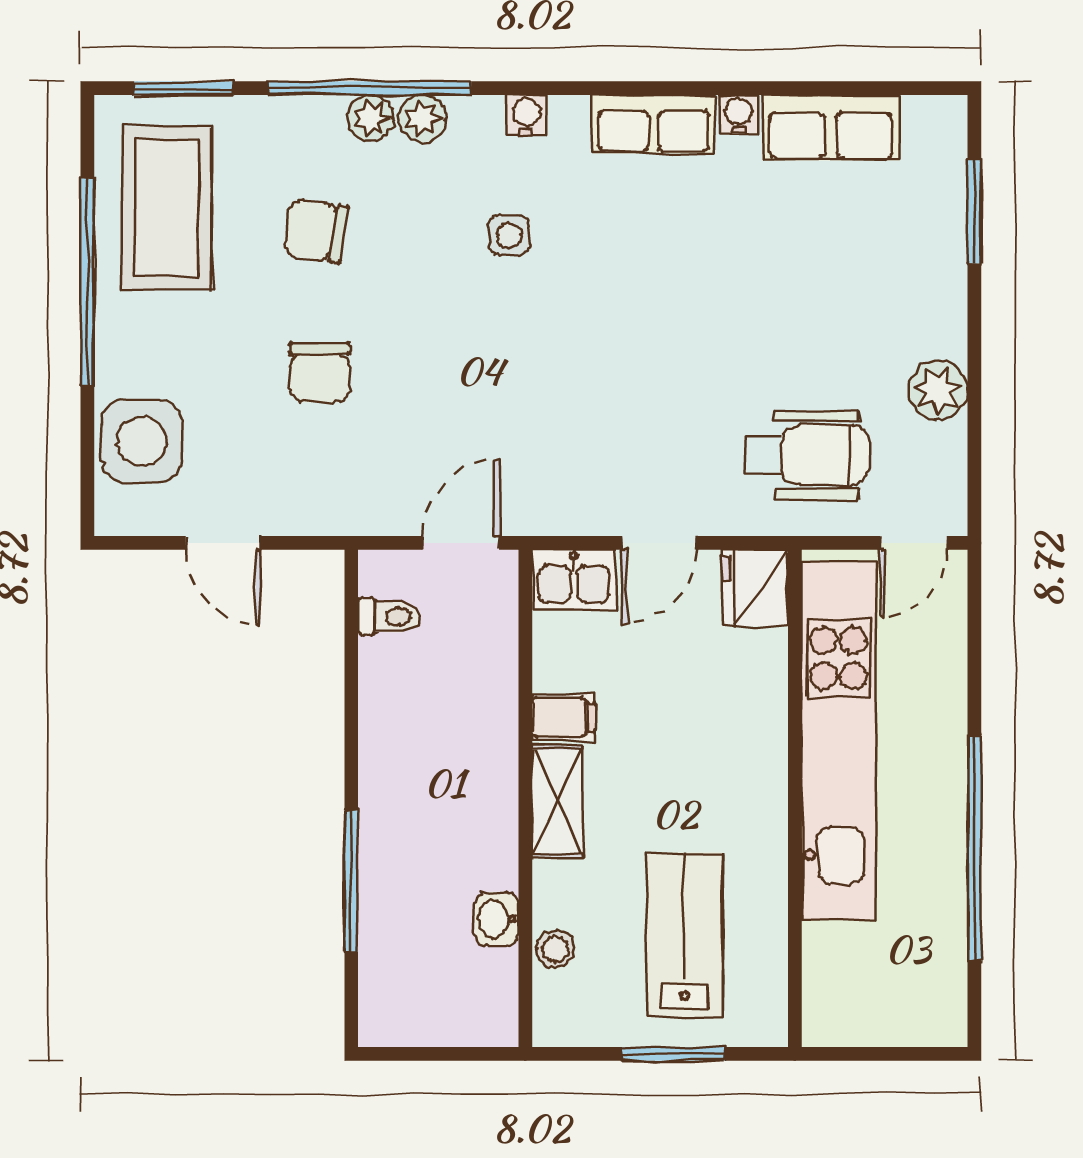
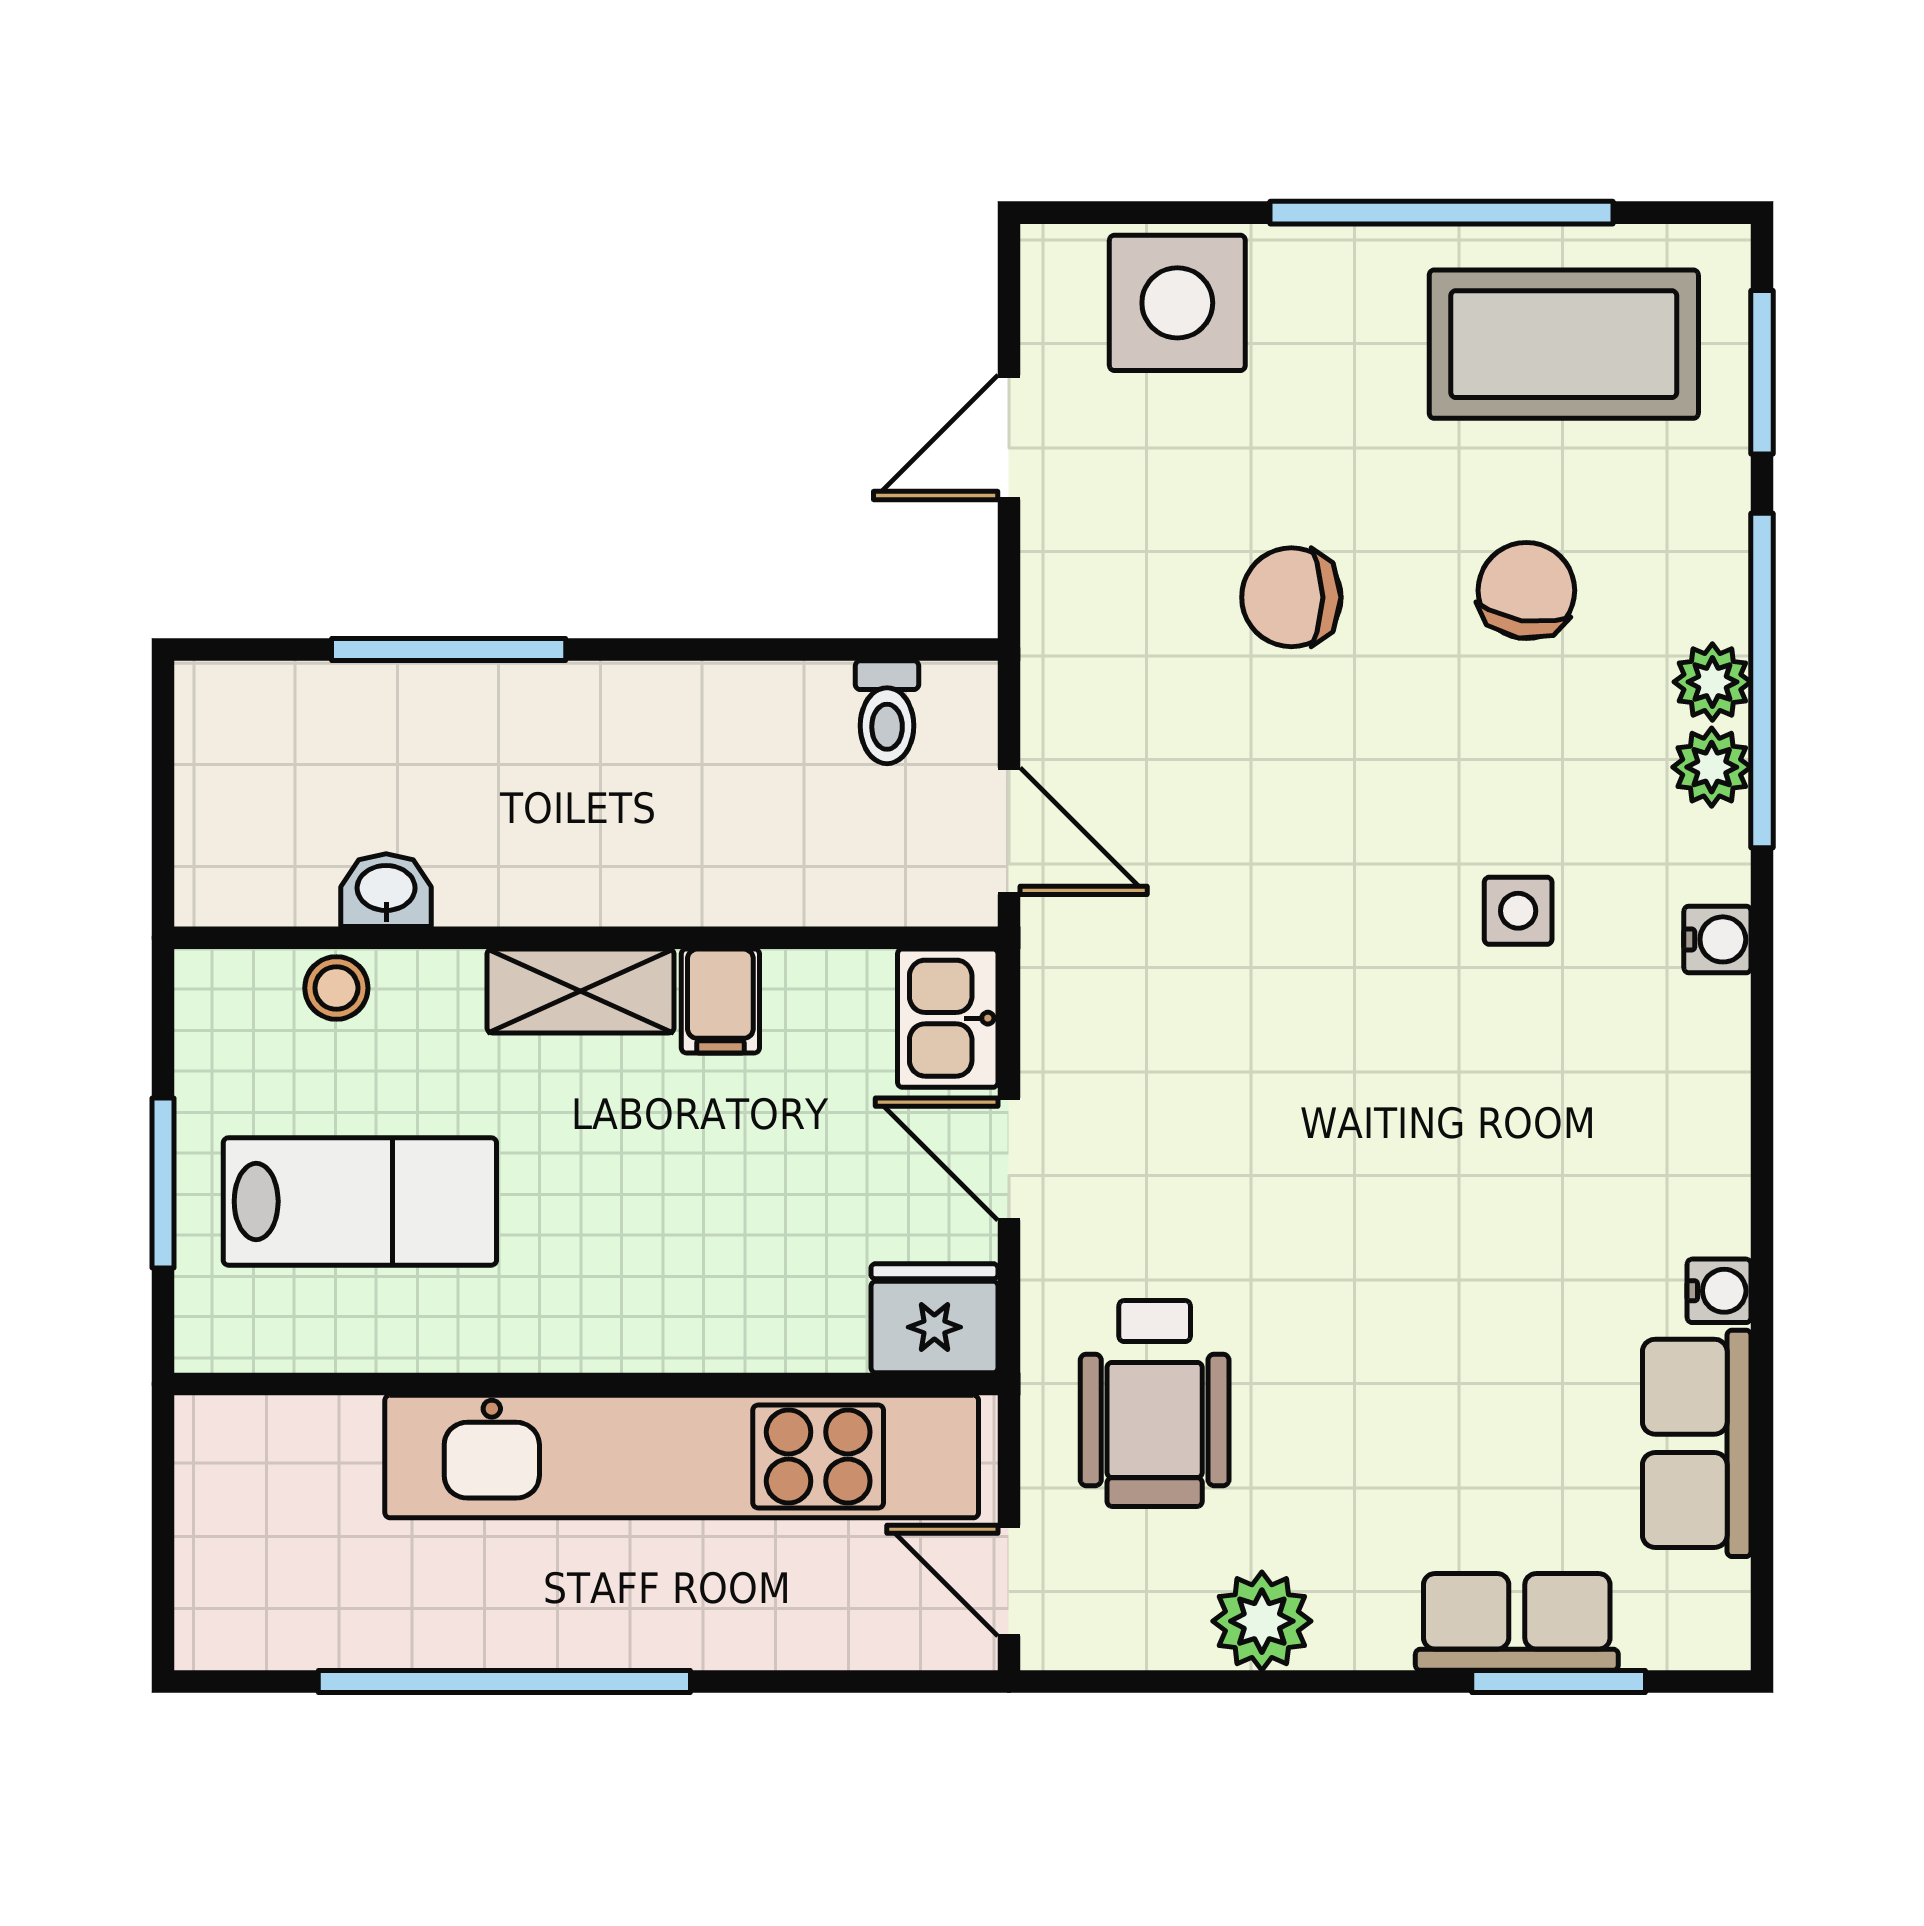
row of seats: (654, 124) -> (1517, 1622), moved, turned 90

